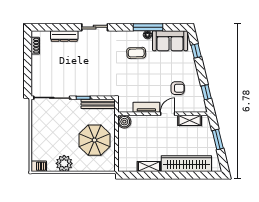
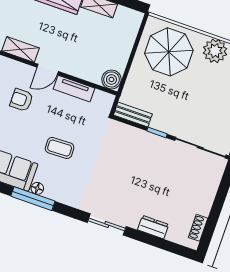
dresser: (64, 36) -> (153, 227), width x0.70
coffee table: (136, 53) -> (60, 148), moved
bench: (98, 104) -> (133, 115), width x0.73
parasol: (94, 140) -> (169, 52), moved

